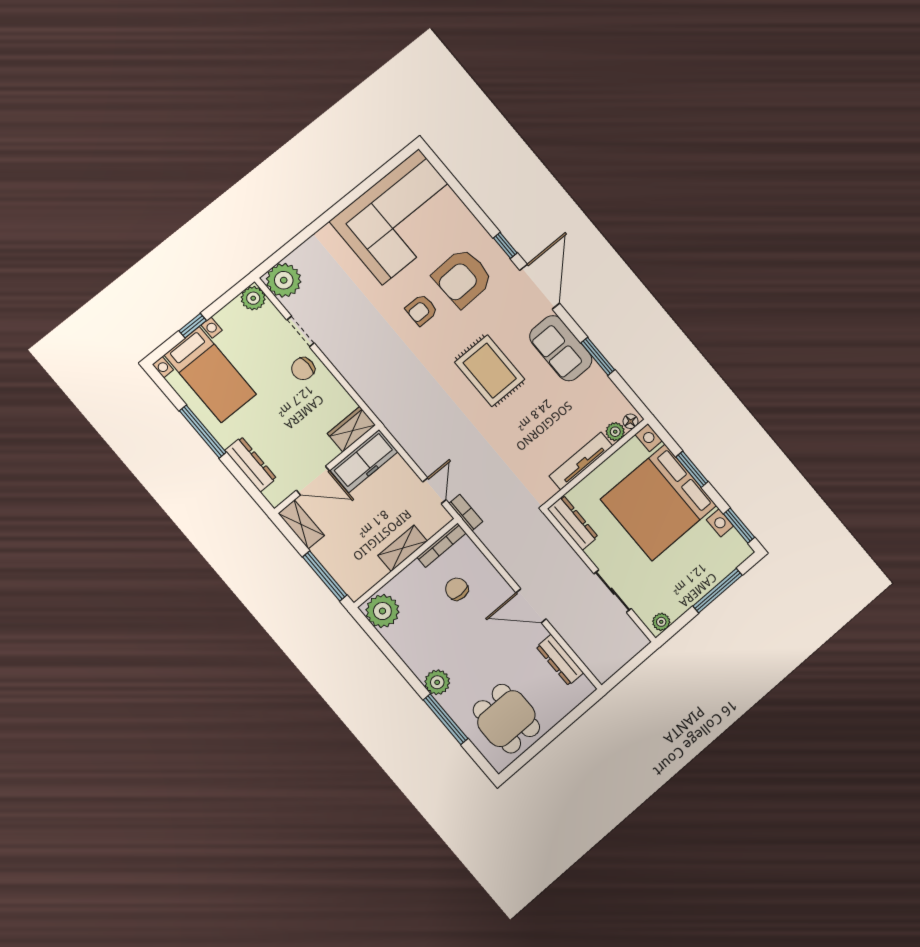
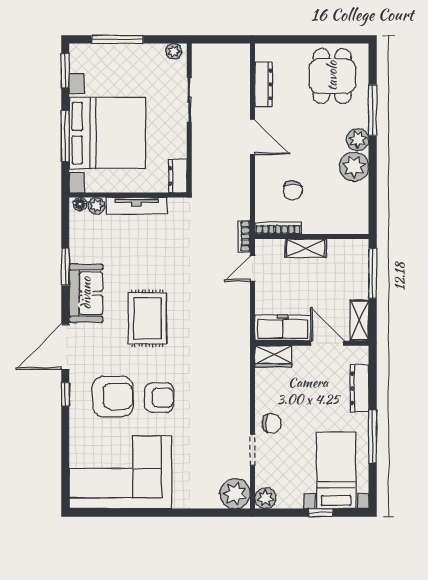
armchair: (421, 310) -> (159, 398), width x1.38, depth x1.38
window: (692, 469) -> (65, 136), width x1.44
dresser: (573, 523) -> (178, 176), width x0.70
plant: (382, 611) -> (354, 167), moved

